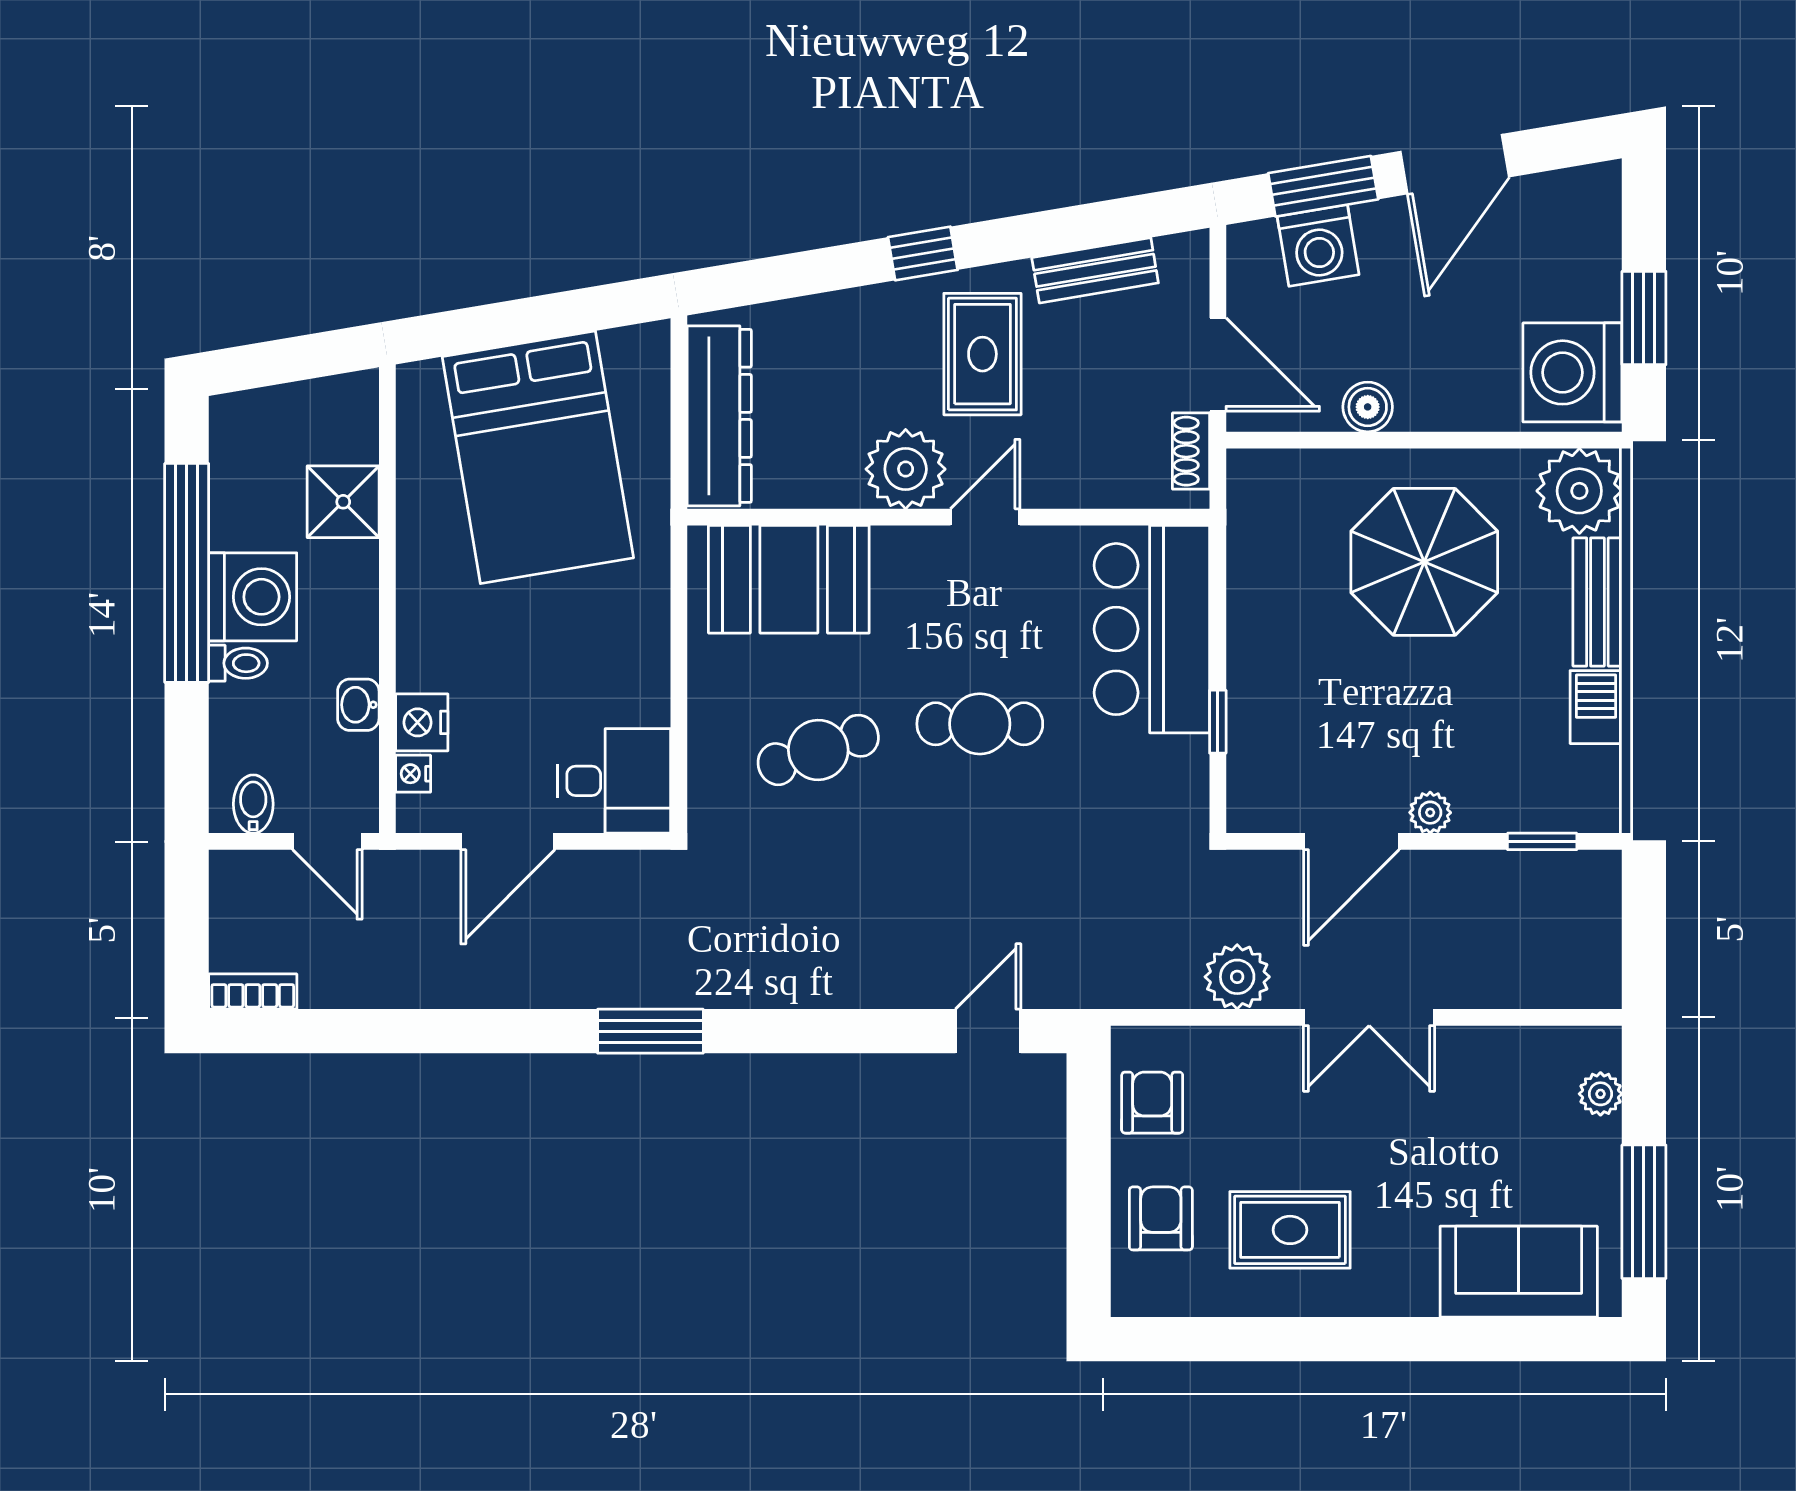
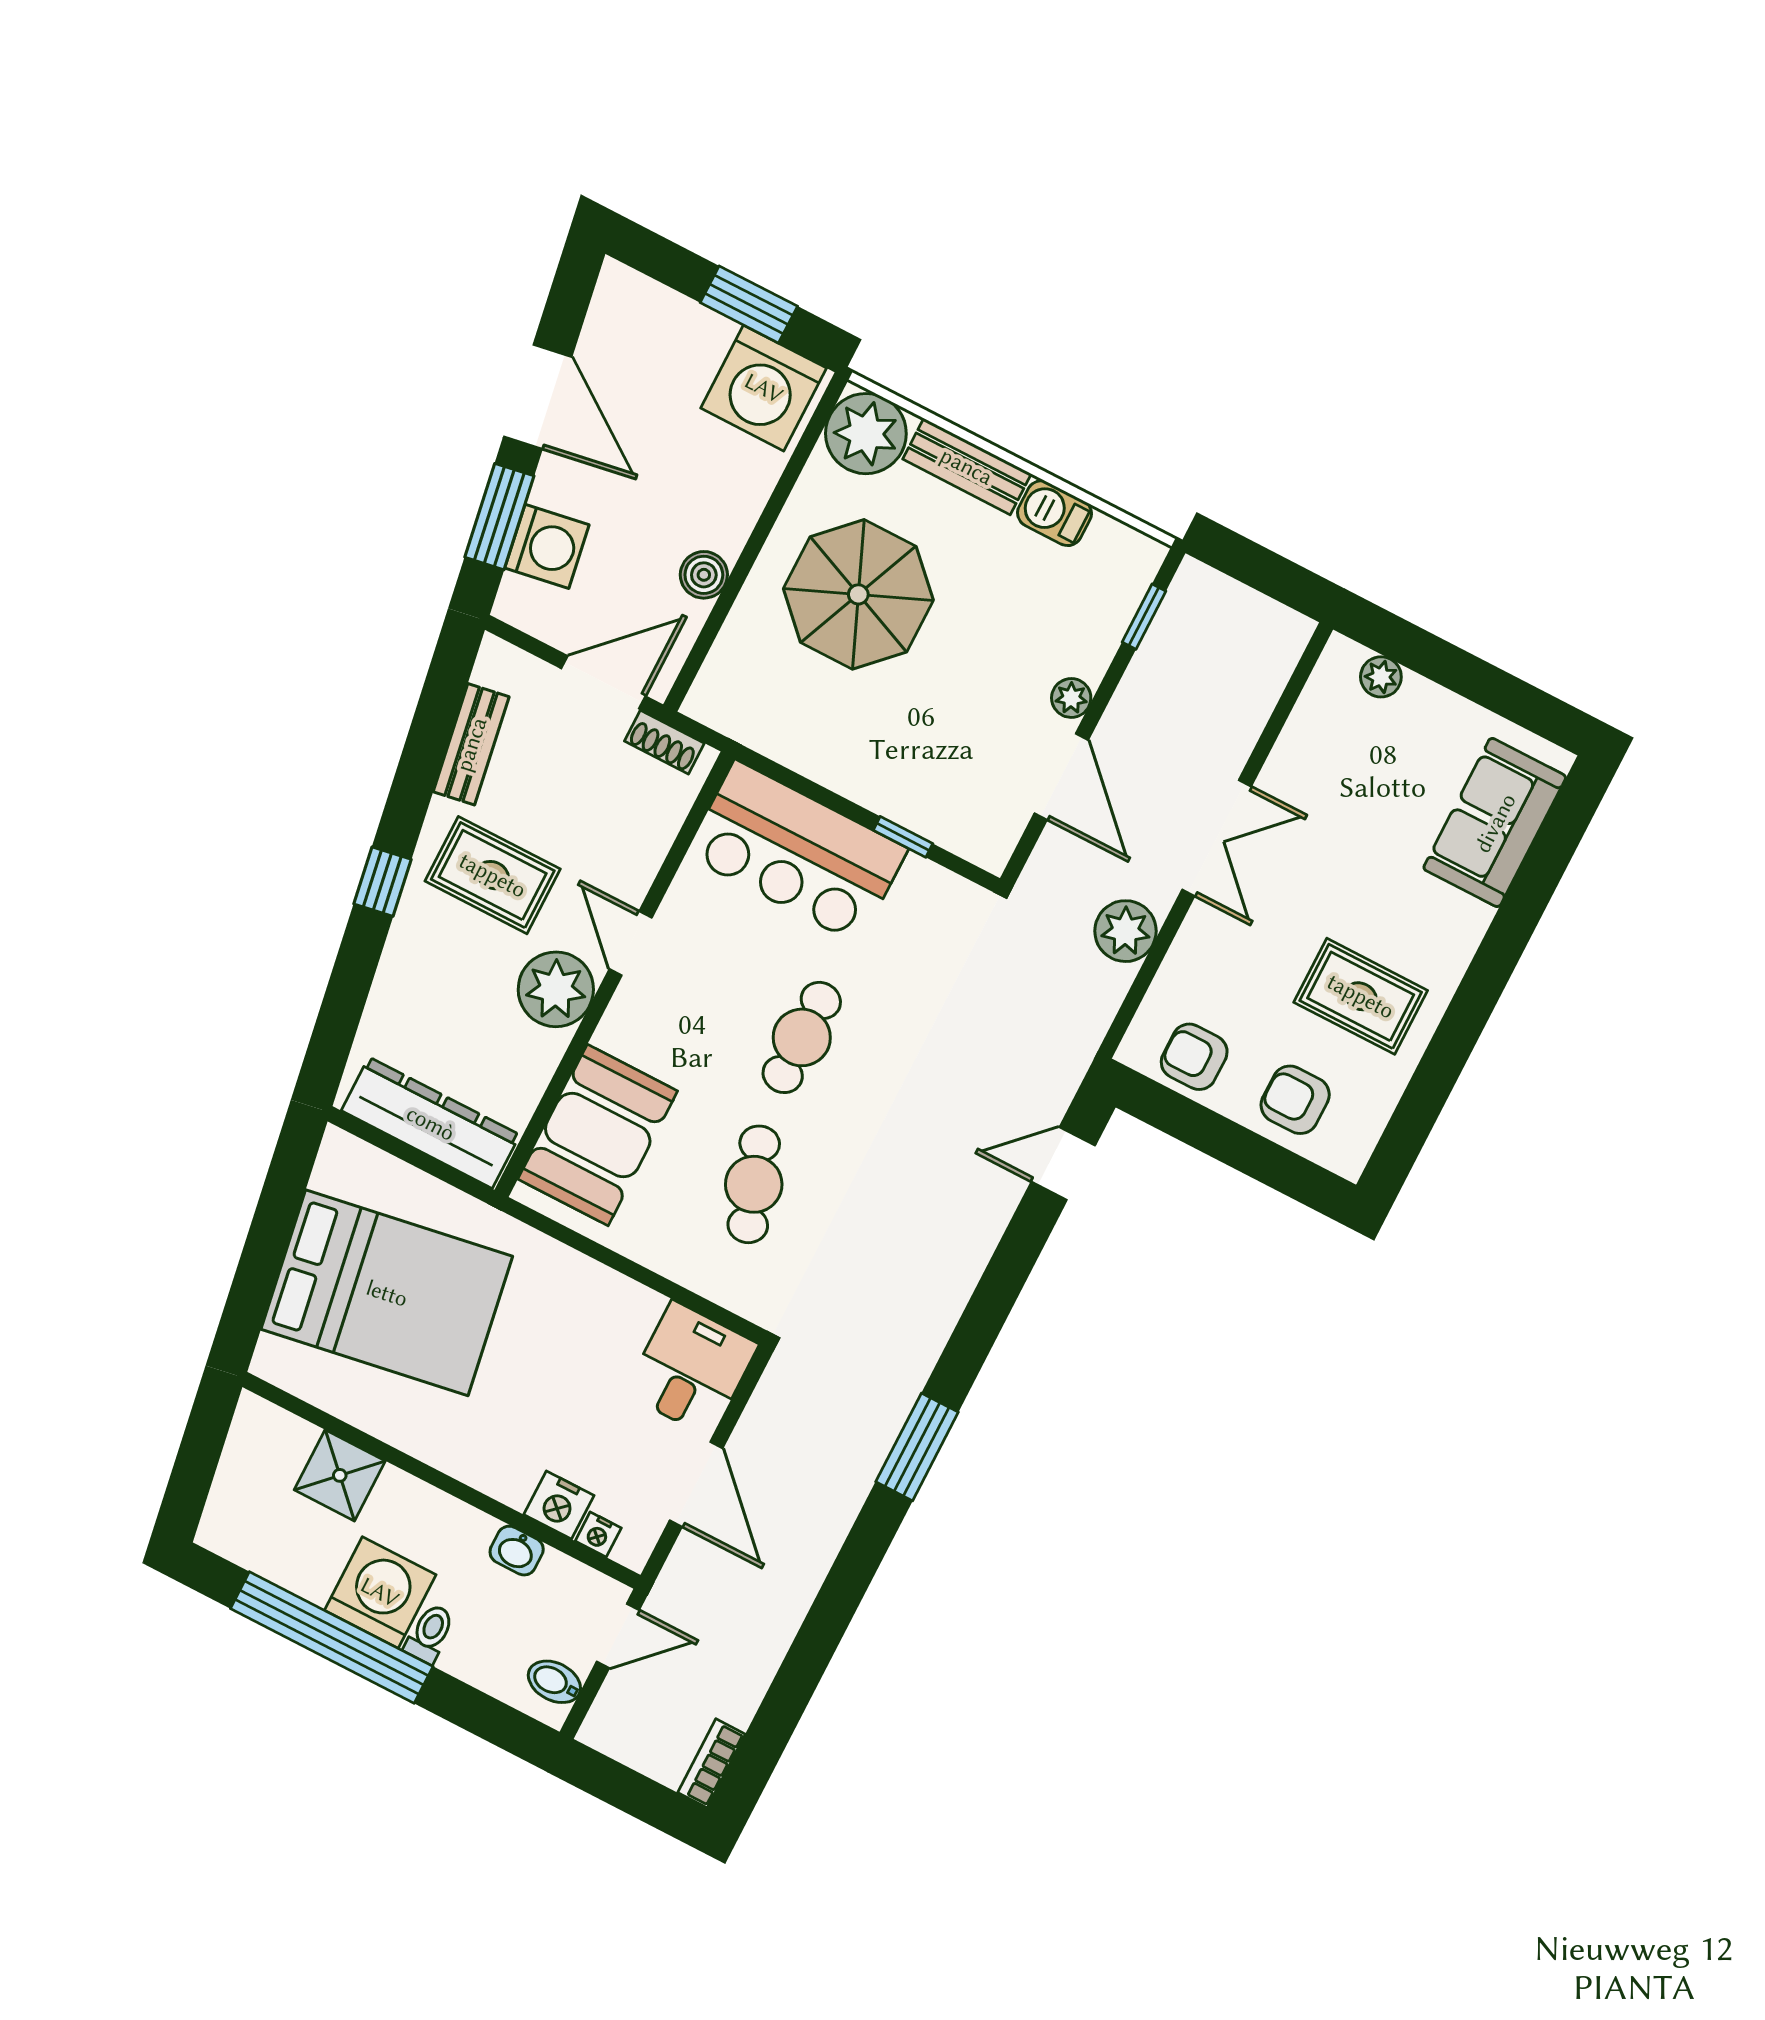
door: (988, 1031) -> (1063, 1164), hinge flipped
window: (1644, 1212) -> (1499, 692), removed
rug: (1290, 1230) -> (1361, 996), turned 90

